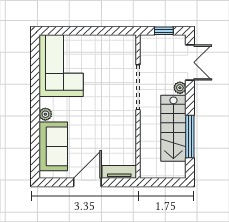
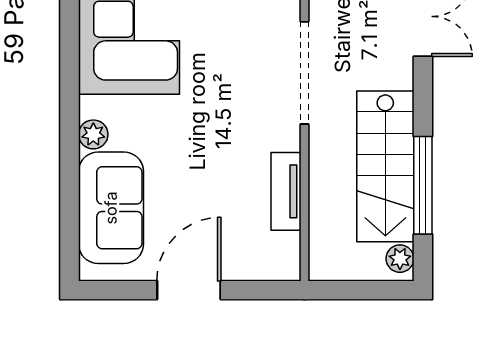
plant: (180, 88) -> (400, 259), moved
tv unit: (119, 172) -> (286, 191), moved, turned -90

